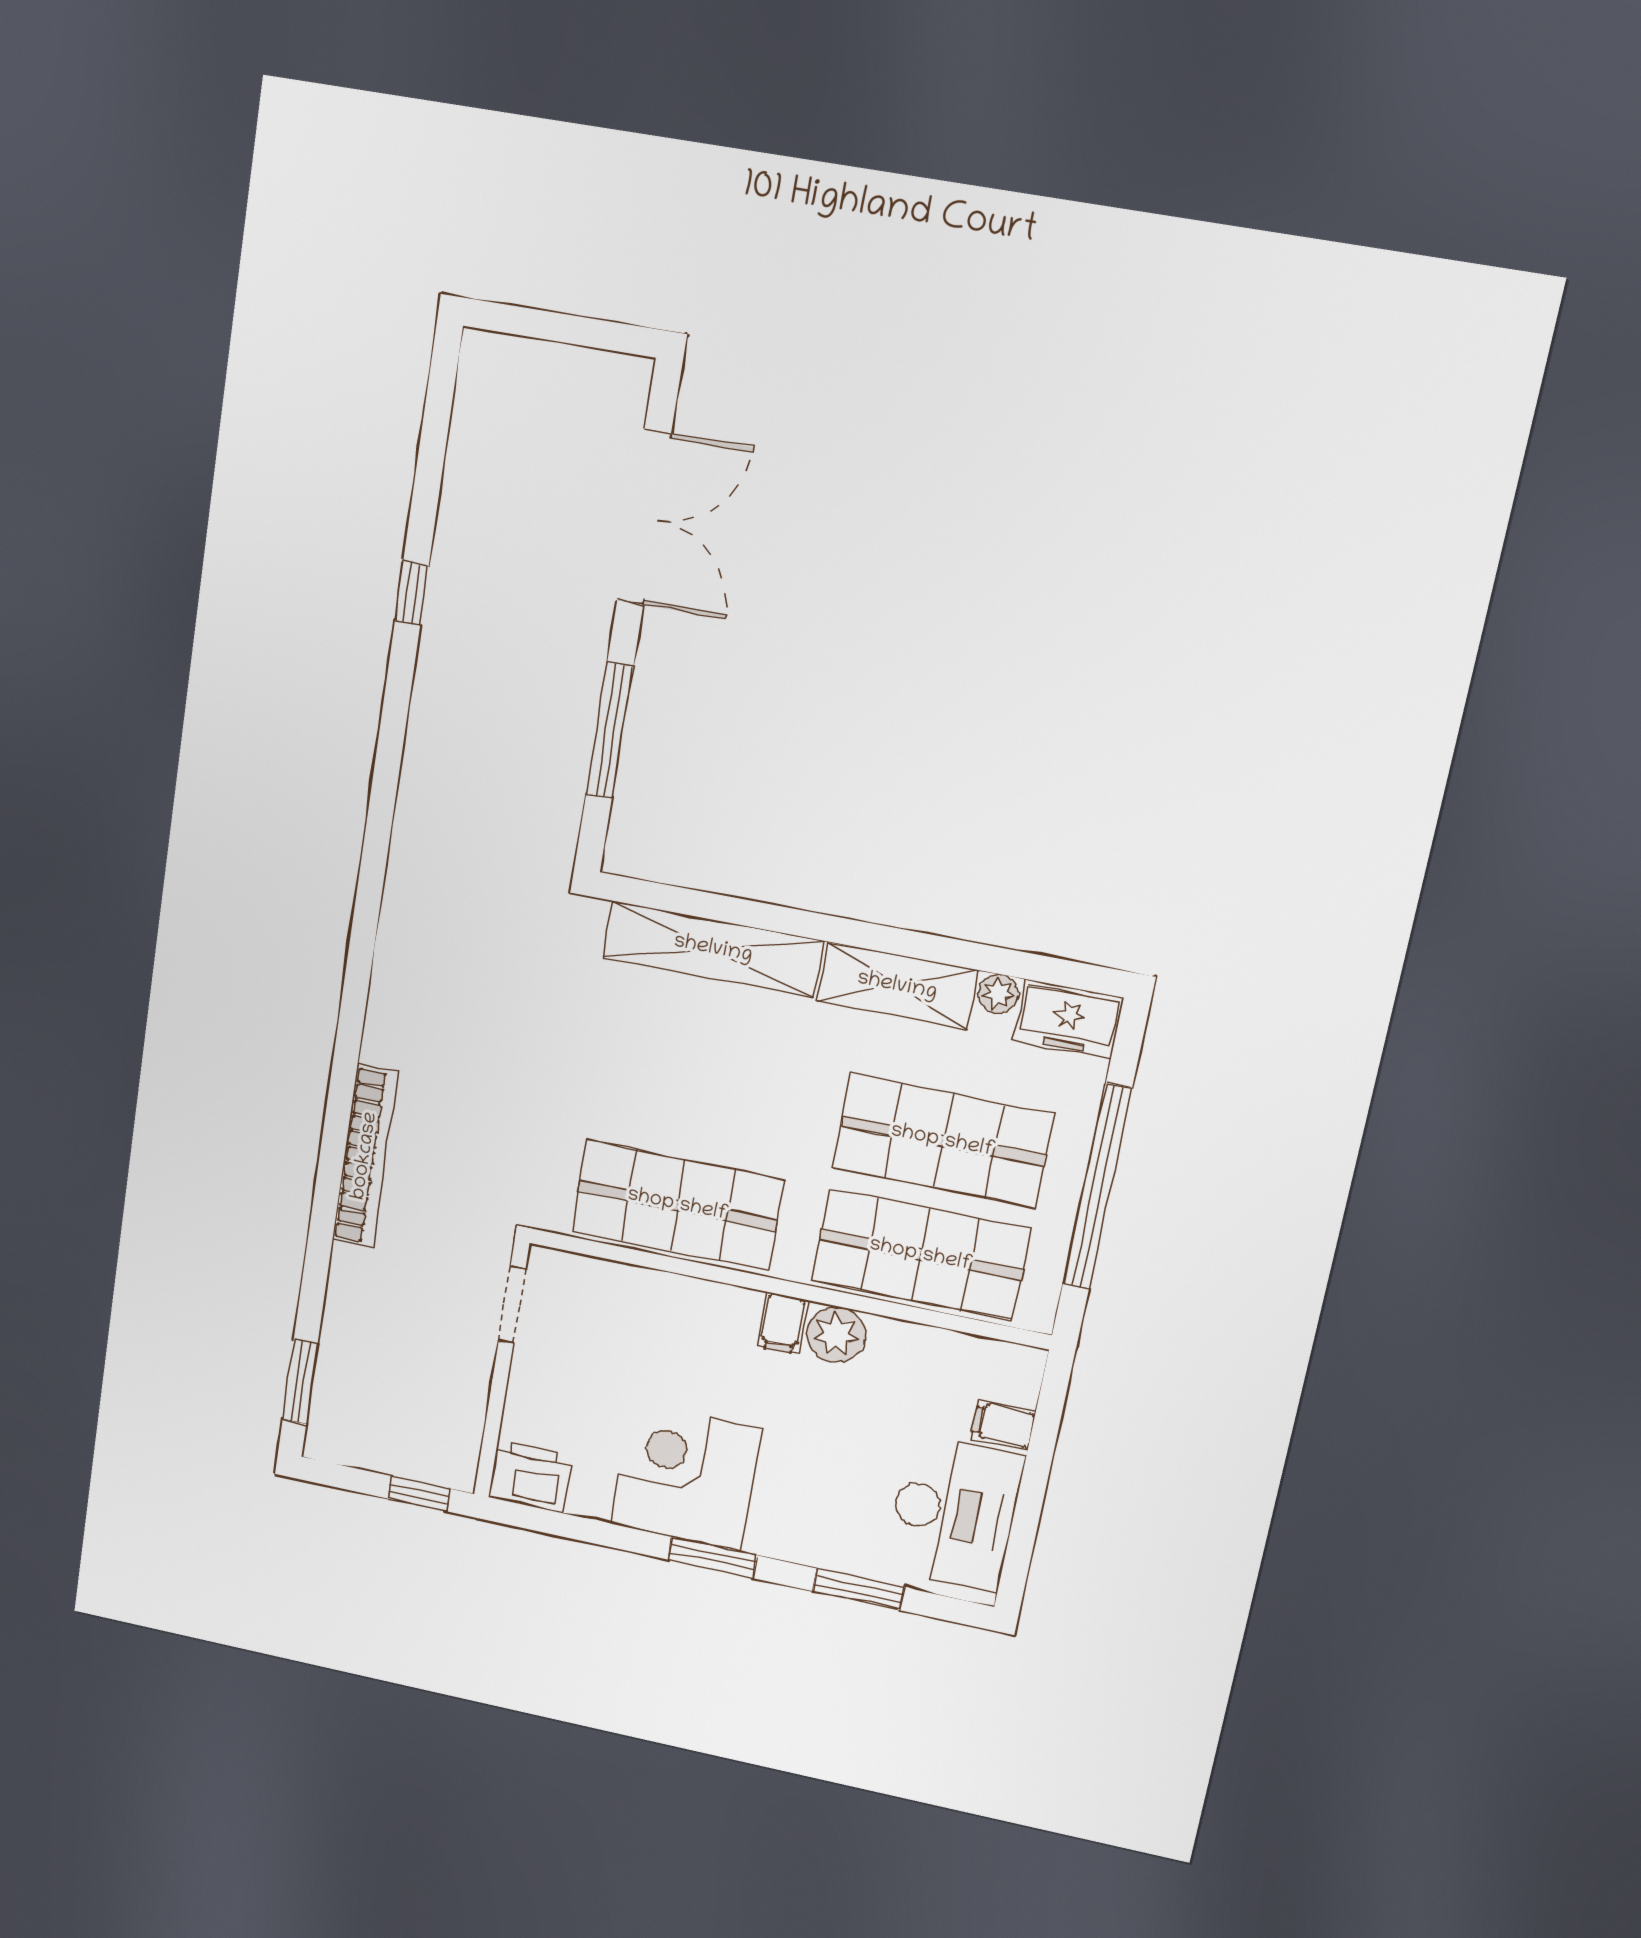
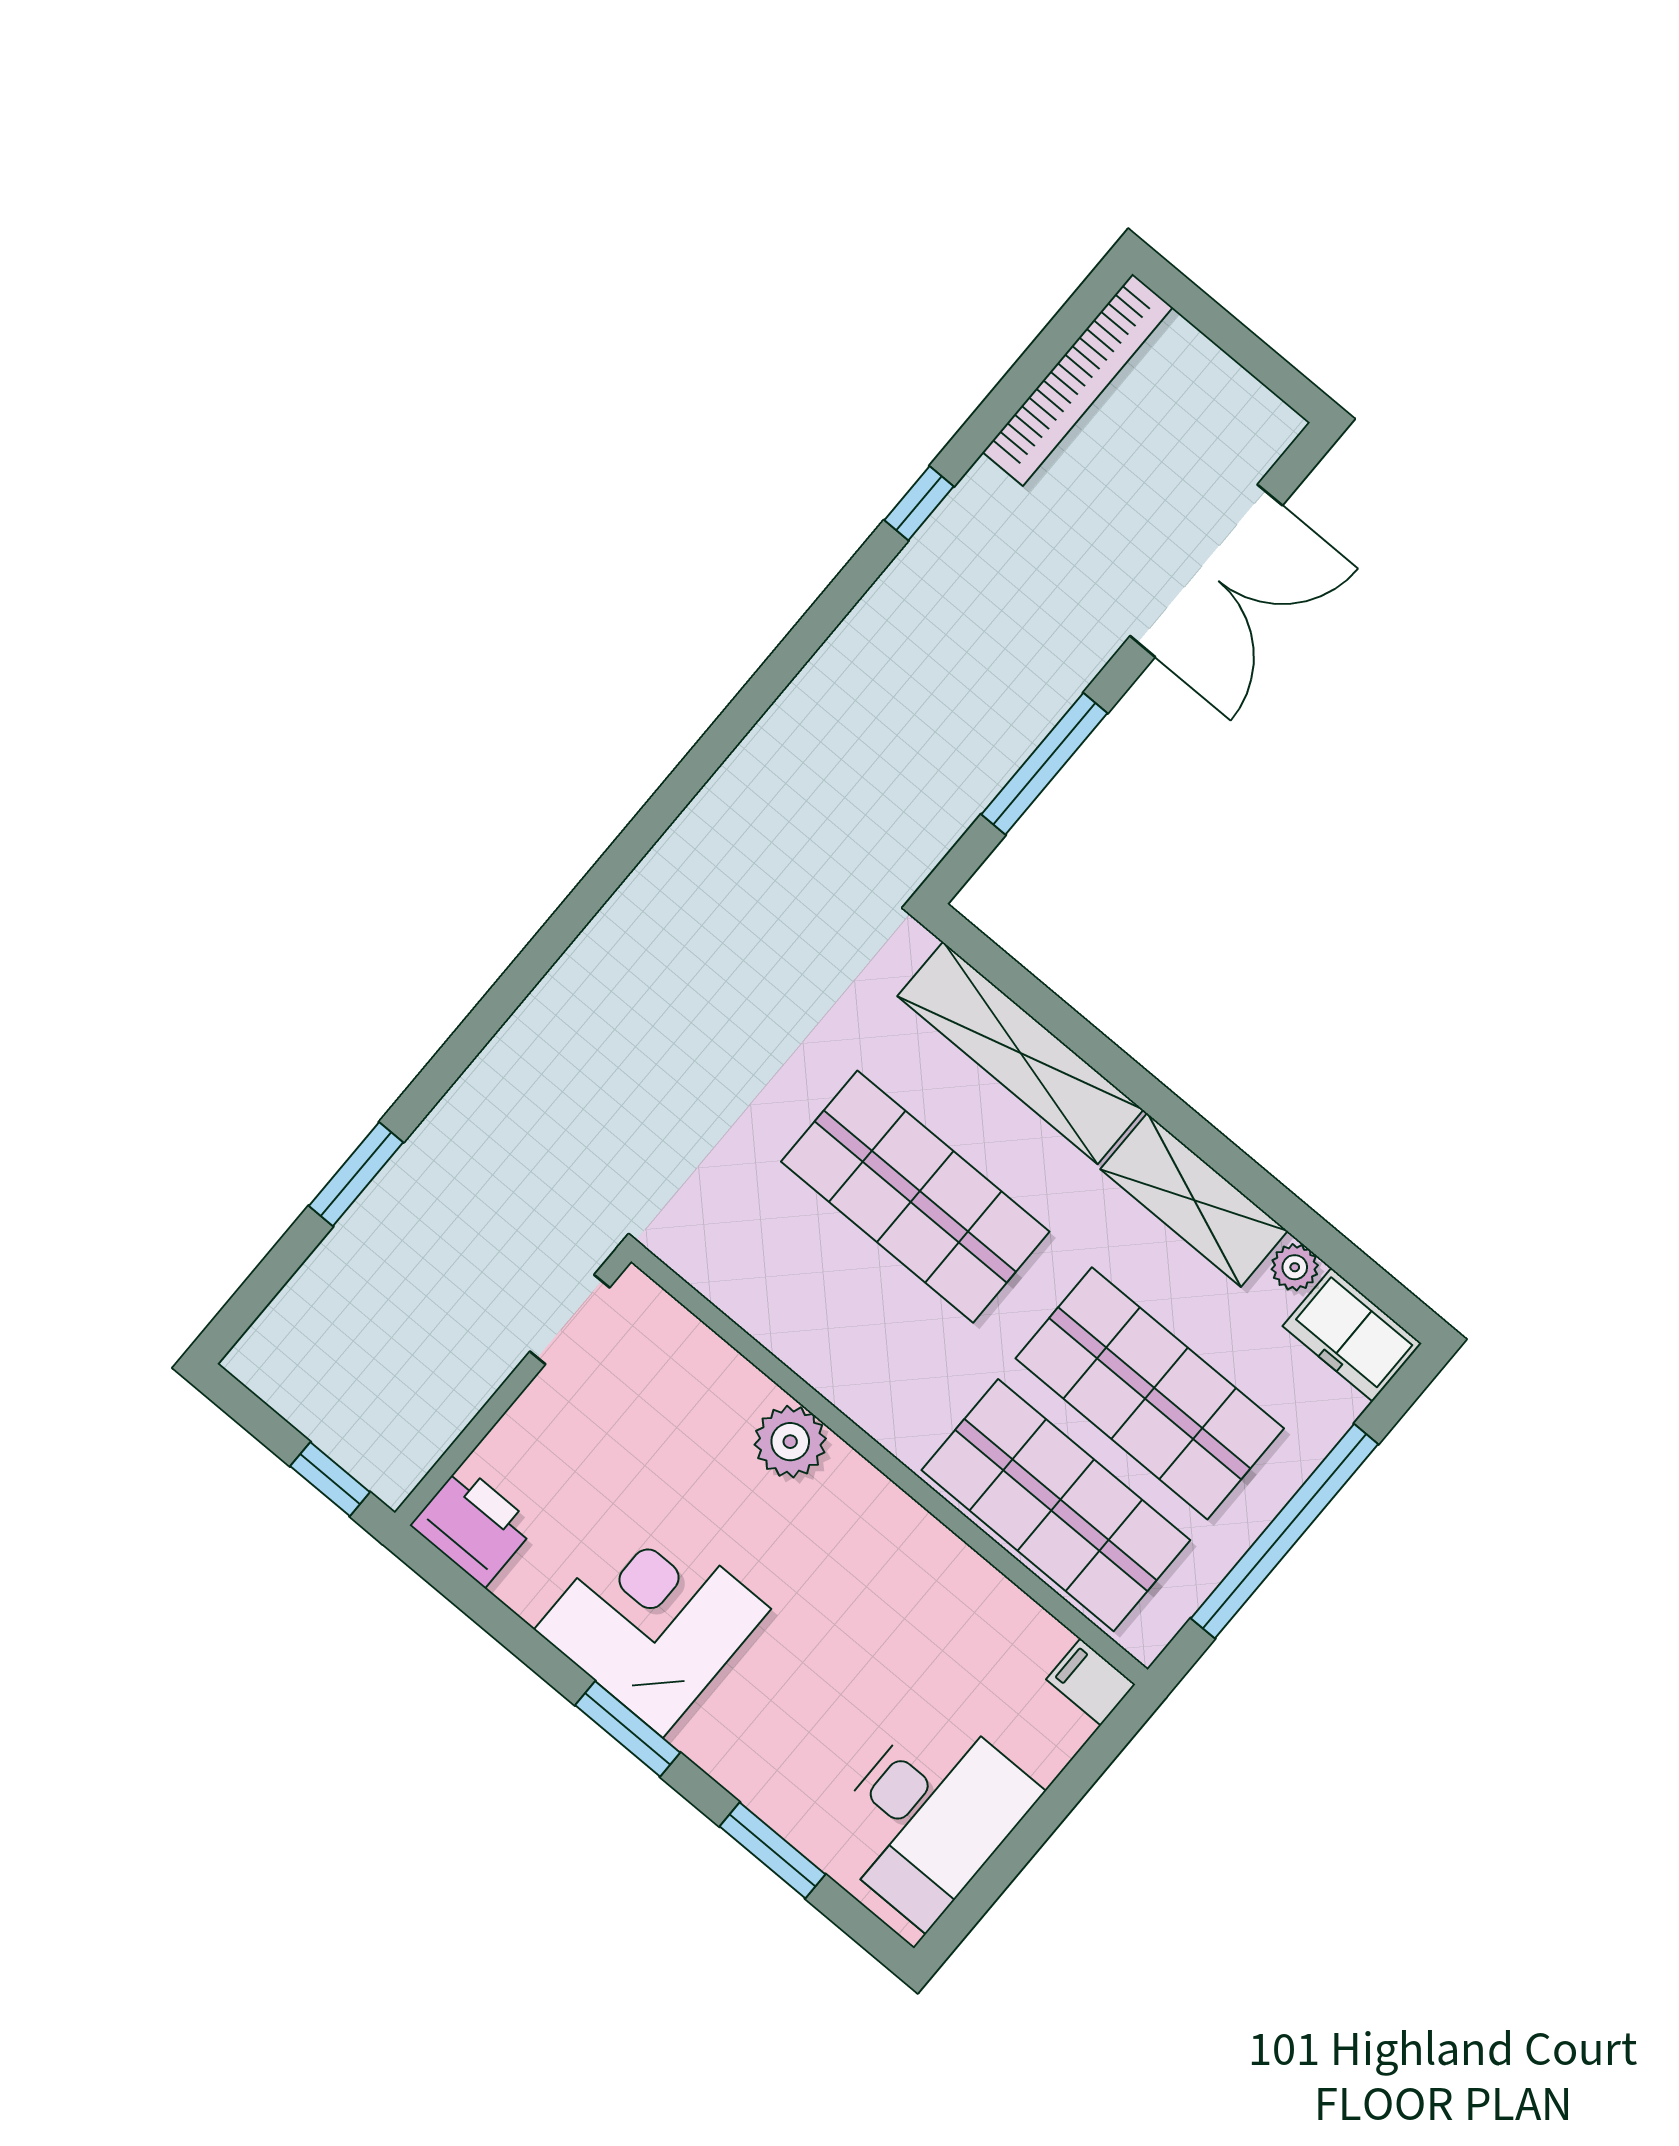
bookcase: (365, 1156) -> (1078, 380), moved
shop shelf: (678, 1205) -> (915, 1197), moved
filing cabinet: (783, 1323) -> (861, 1501), removed
plant: (836, 1334) -> (790, 1442), moved
window: (300, 1382) -> (356, 1174), moved
filing cabinet: (1003, 1425) -> (1091, 1682), moved

